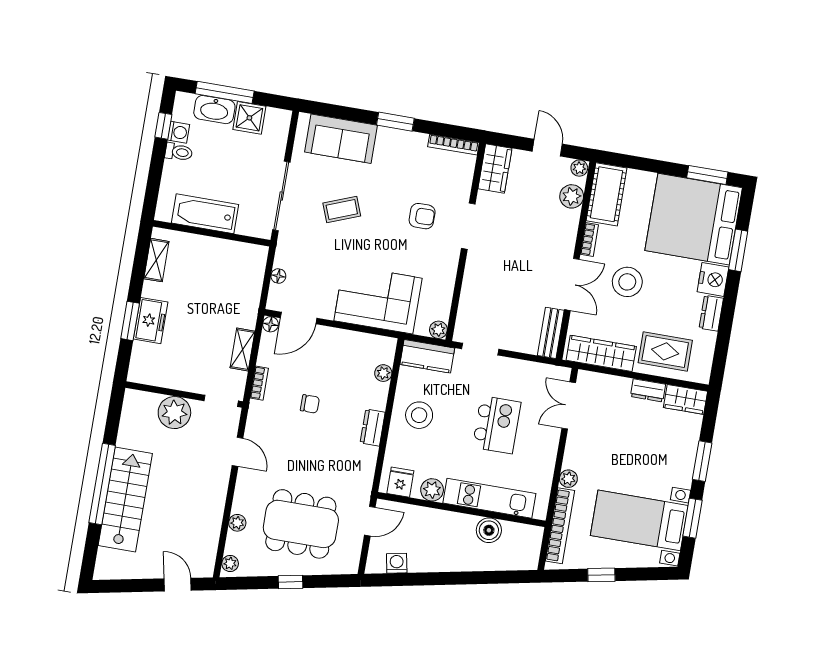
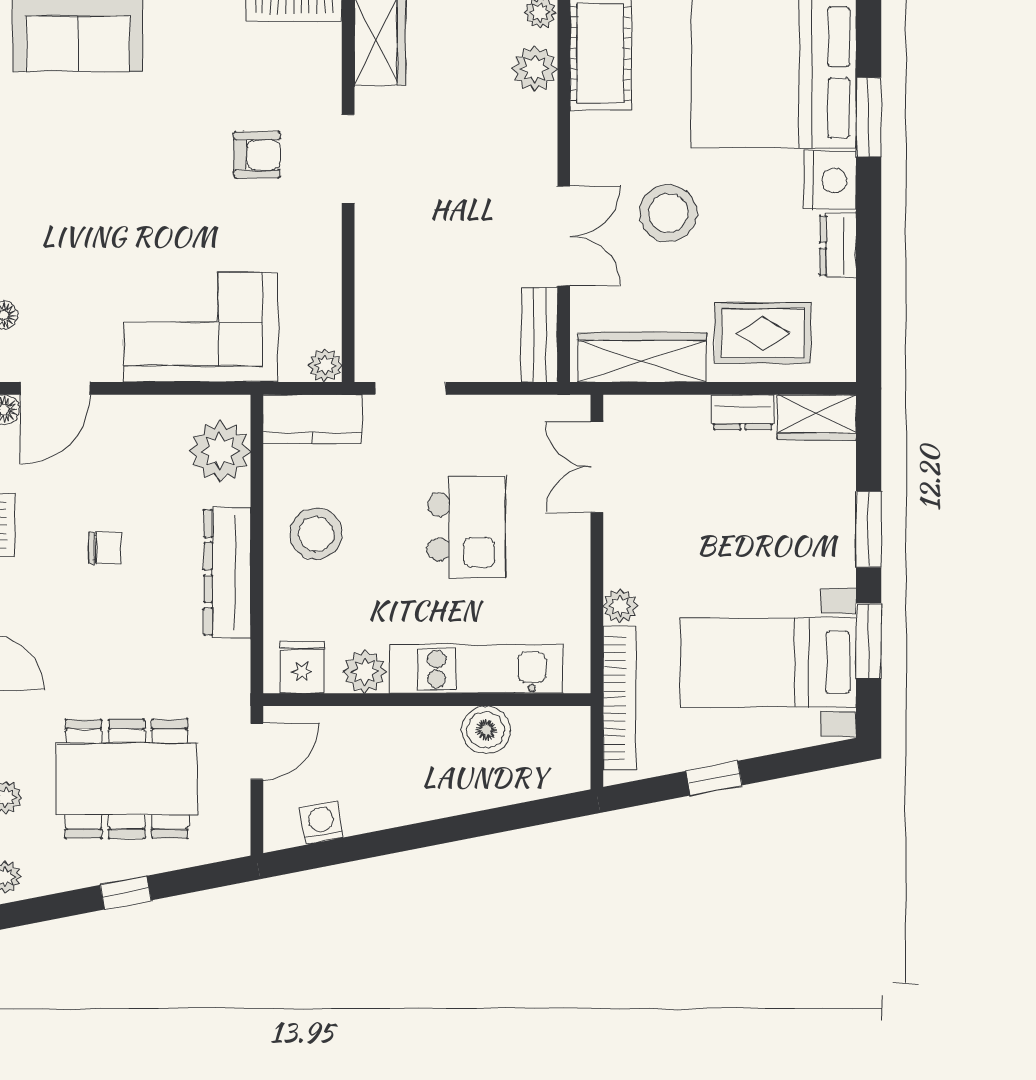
coffee table: (342, 210) -> (102, 168), removed
bookcase: (589, 240) -> (582, 145), removed
plant: (383, 373) -> (220, 451), width x1.88, depth x1.88
dresser: (373, 428) -> (227, 573), width x1.96, depth x1.24

